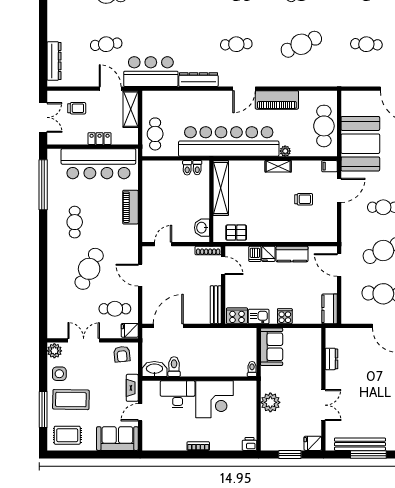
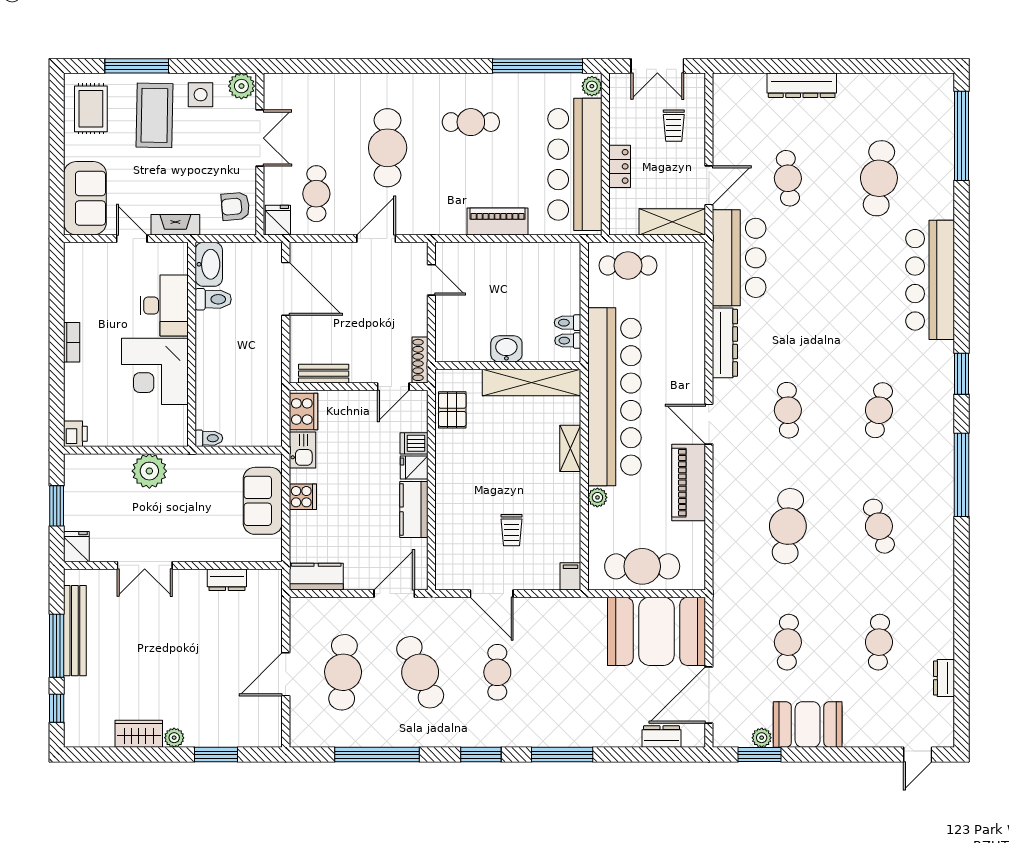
cafe table: (301, 44) -> (788, 526), turned 30
dresser: (54, 61) -> (802, 85), moved
booth: (360, 144) -> (657, 631), moved
plant: (55, 154) -> (592, 86), added
shelving: (278, 166) -> (570, 448), moved
door: (339, 190) -> (492, 594), moved
washbasin: (202, 228) -> (506, 349), moved
cafe table: (89, 269) -> (388, 148), turned 64
bench: (216, 305) -> (324, 374), width x0.73
sofa: (272, 347) -> (263, 501), moved, turned 90

